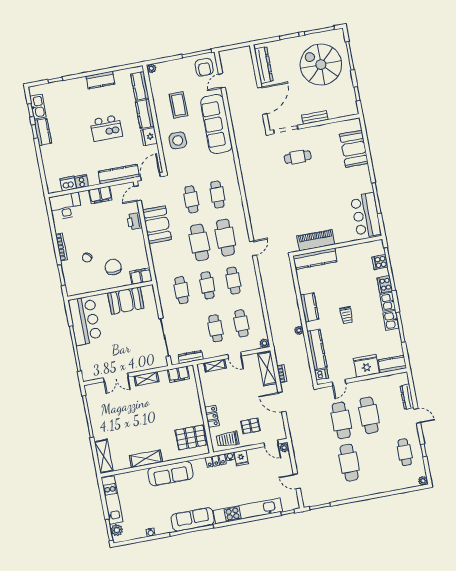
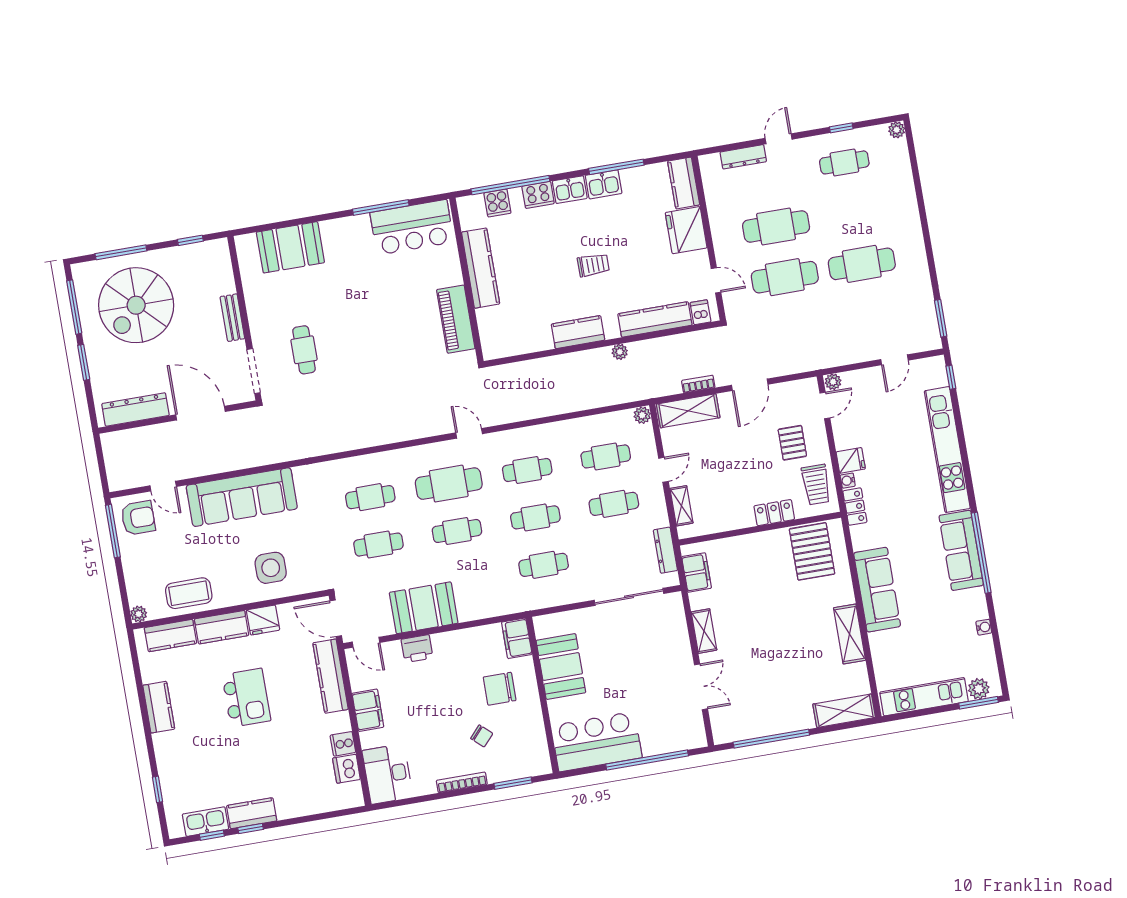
coffee table: (179, 105) -> (189, 593), moved
cafe table: (199, 242) -> (457, 531), width x0.73, depth x0.74
kitchen counter: (315, 259) -> (481, 268), moved

